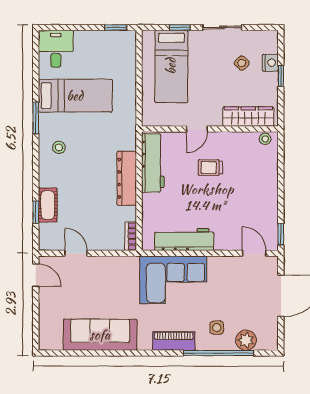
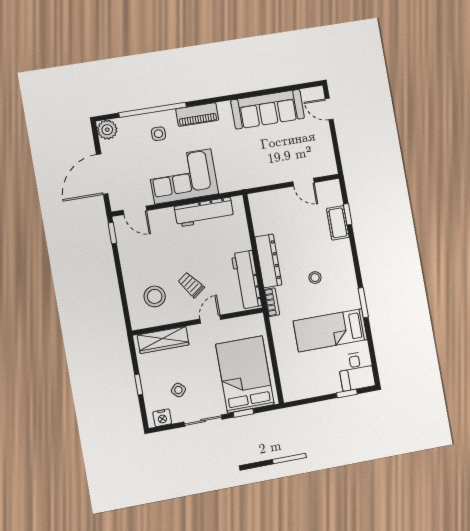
window: (116, 28) -> (347, 394), moved
nightstand: (270, 63) -> (162, 418), moved, turned -90
bed: (171, 66) -> (245, 374), width x1.50
stool: (265, 139) -> (155, 296), moved, width x1.89, depth x1.89
stool: (59, 147) -> (315, 278), moved
trolley: (210, 168) -> (191, 285), turned -127
bookcase: (131, 236) -> (272, 302), moved
door: (36, 275) -> (329, 109), moved
corner sofa: (173, 280) -> (183, 176), moved
plant: (246, 340) -> (107, 130), moved

